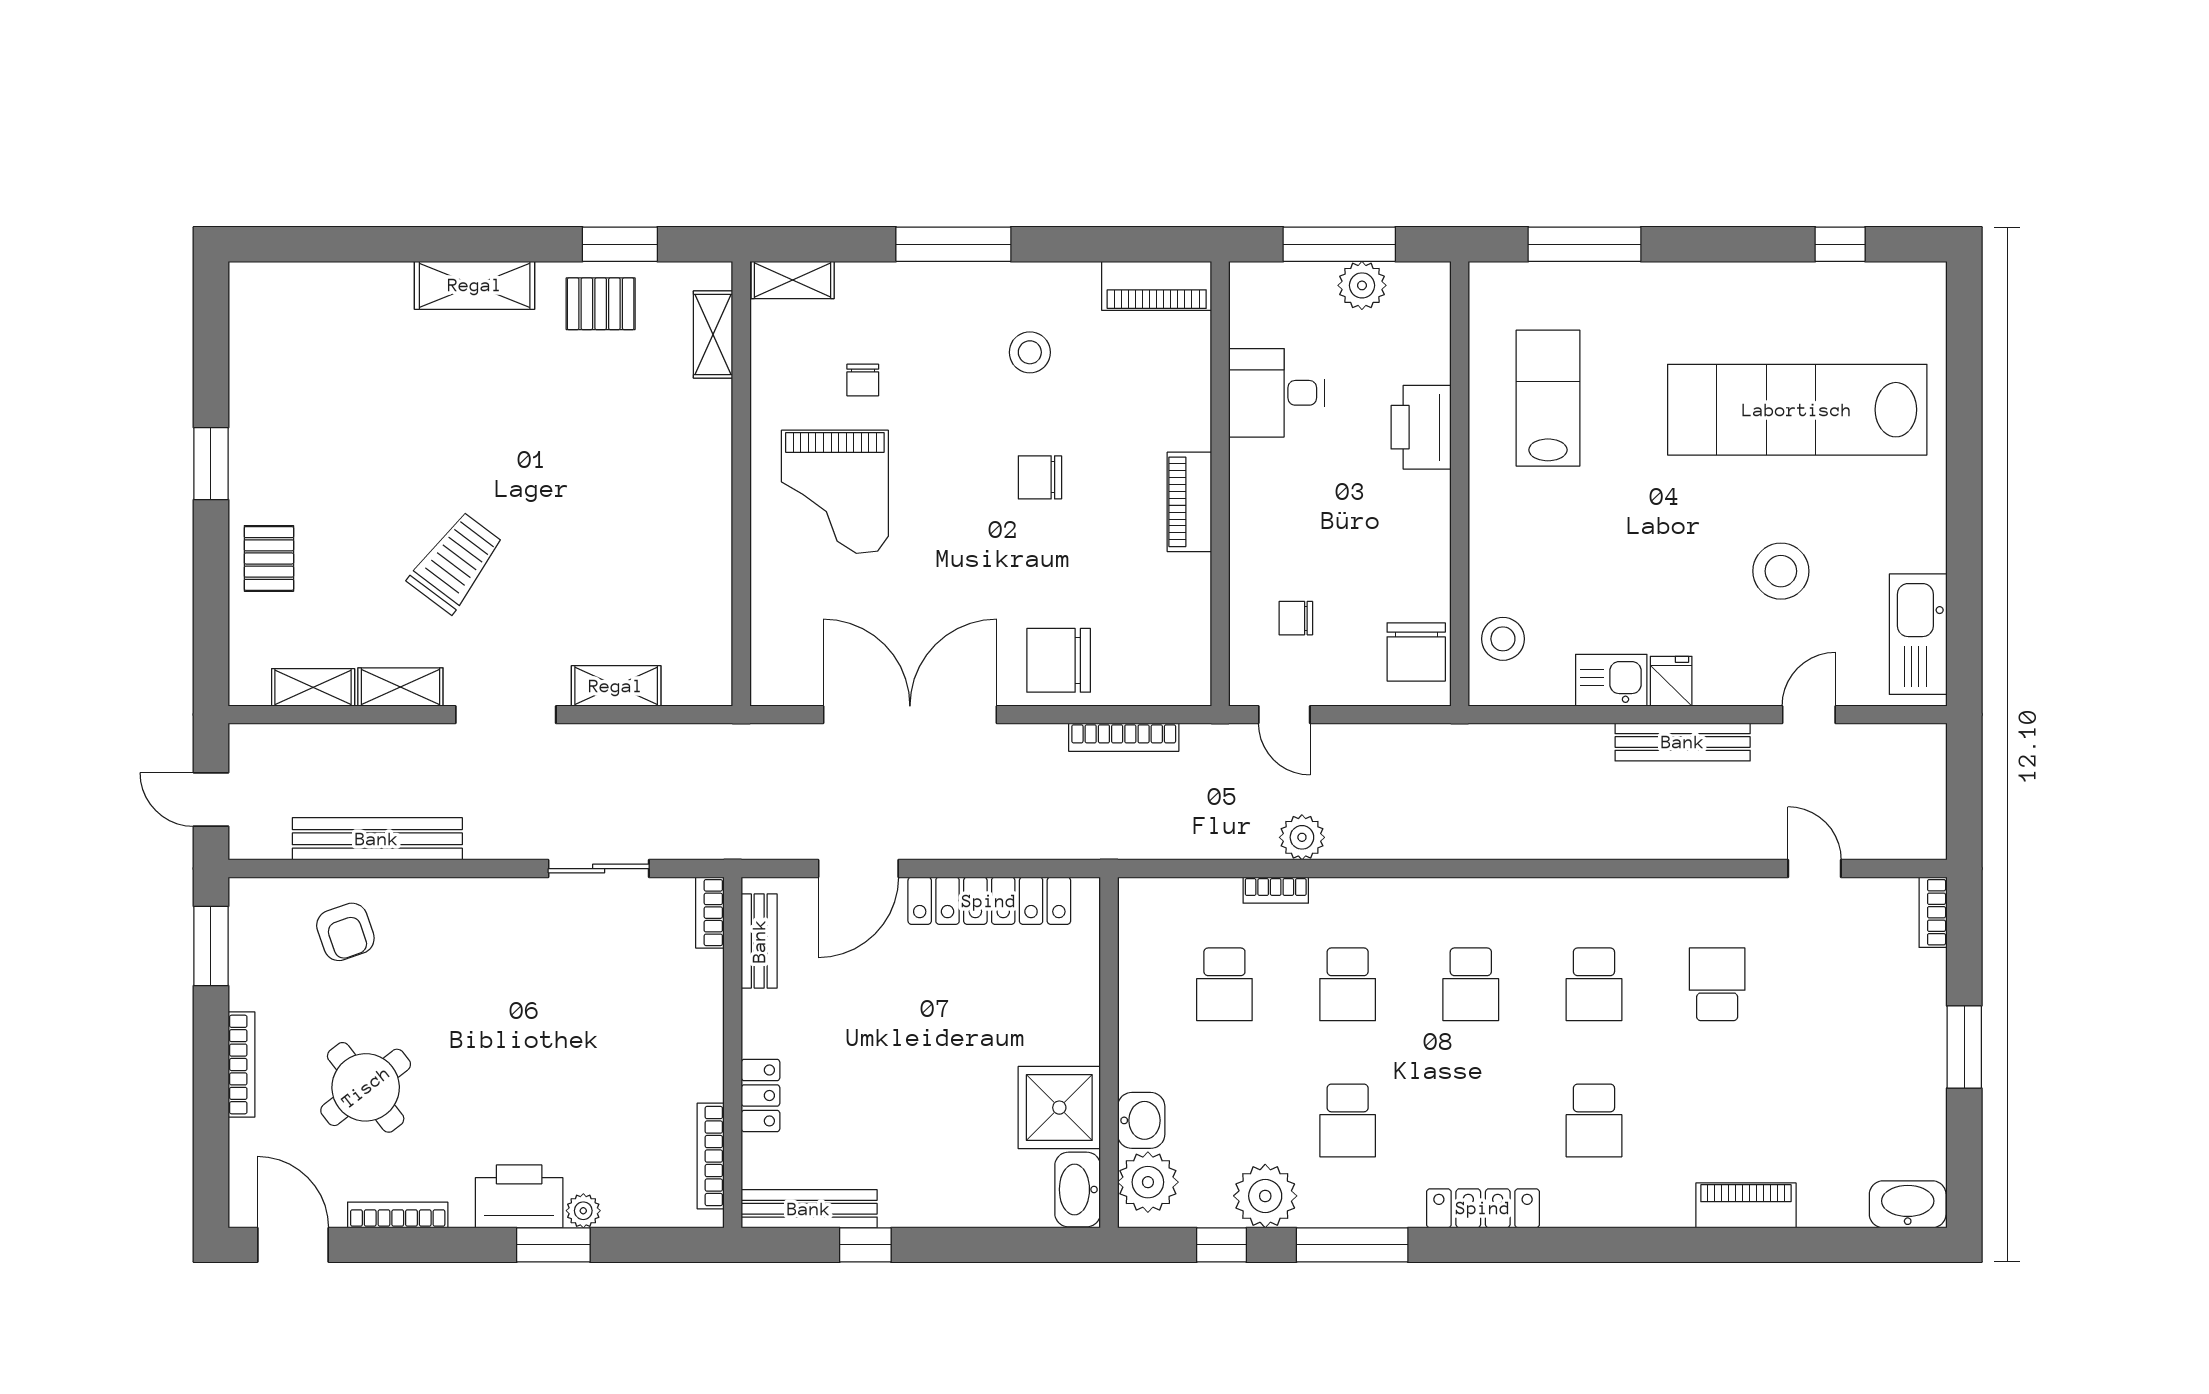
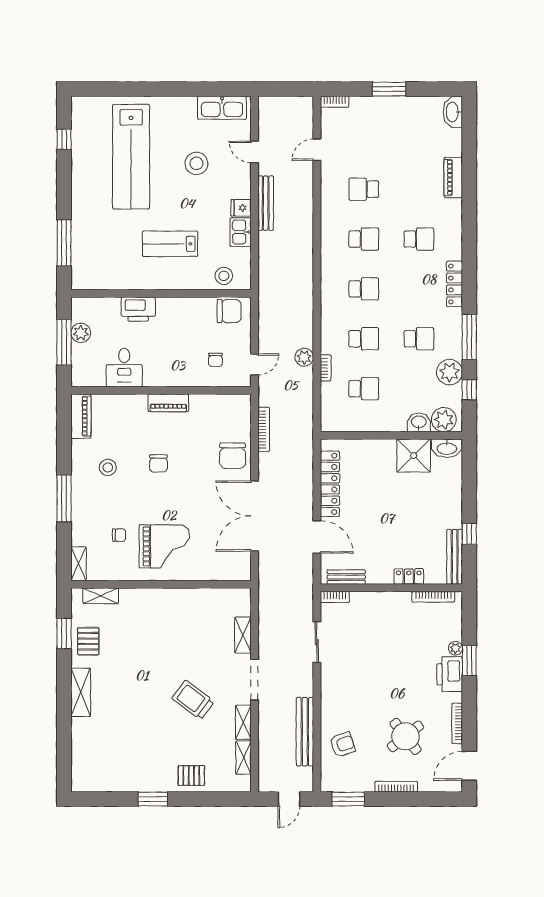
lab bench: (1548, 398) -> (170, 244), moved

